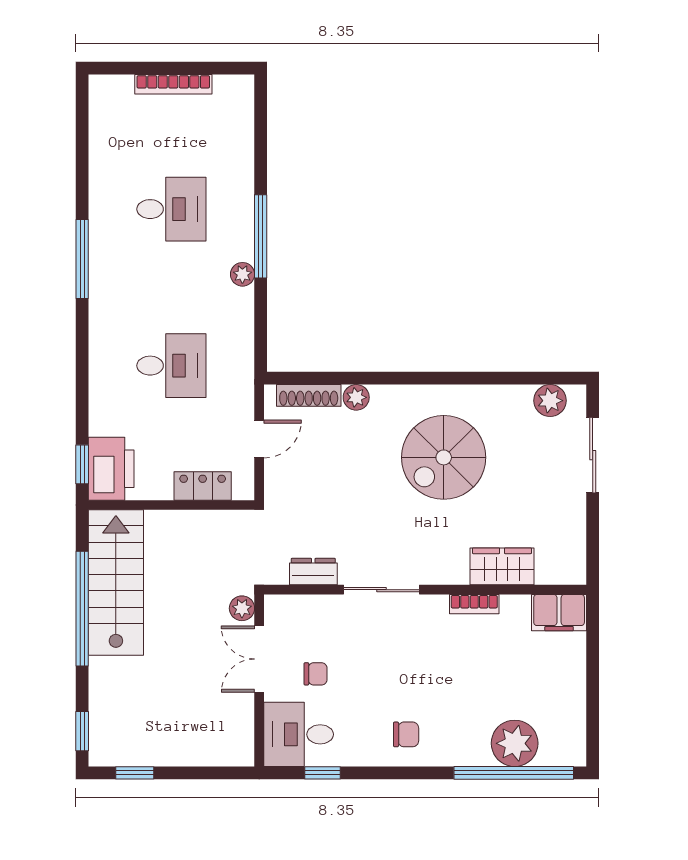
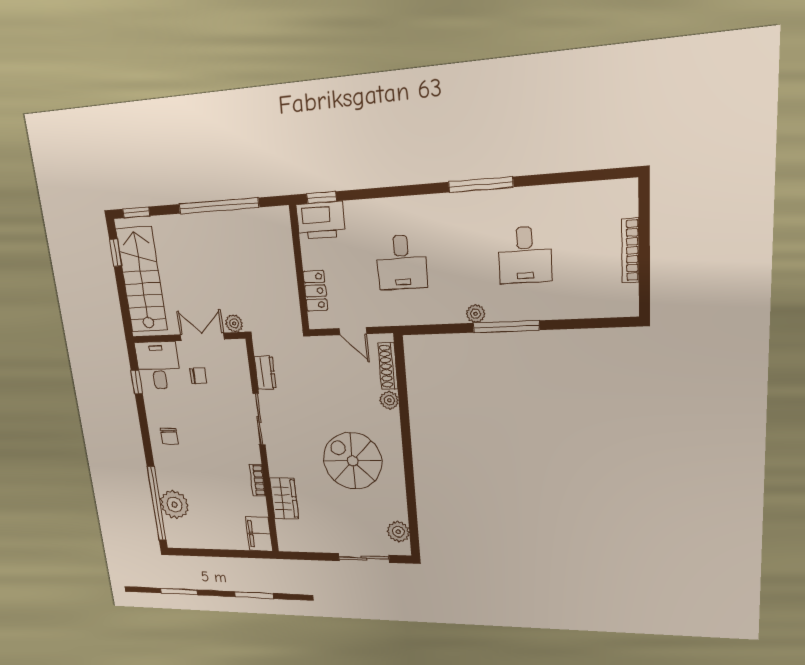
stairs: (116, 583) -> (142, 280), moved, turned -90
chair: (315, 674) -> (198, 376), turned -90

